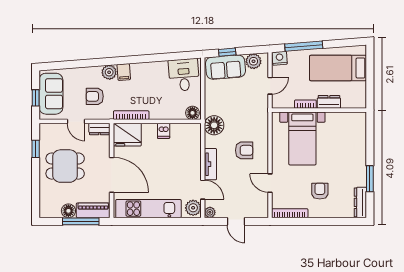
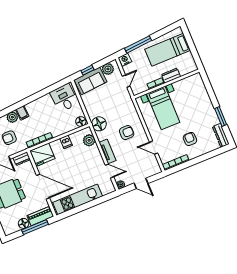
plant: (193, 208) -> (89, 140), moved

